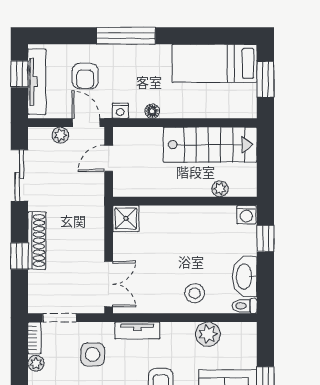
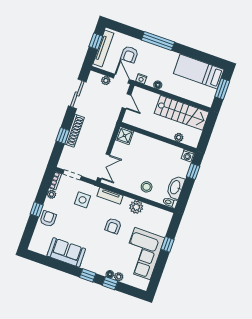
door: (109, 158) -> (127, 101), swing flipped
plant: (208, 334) -> (136, 207), moved

